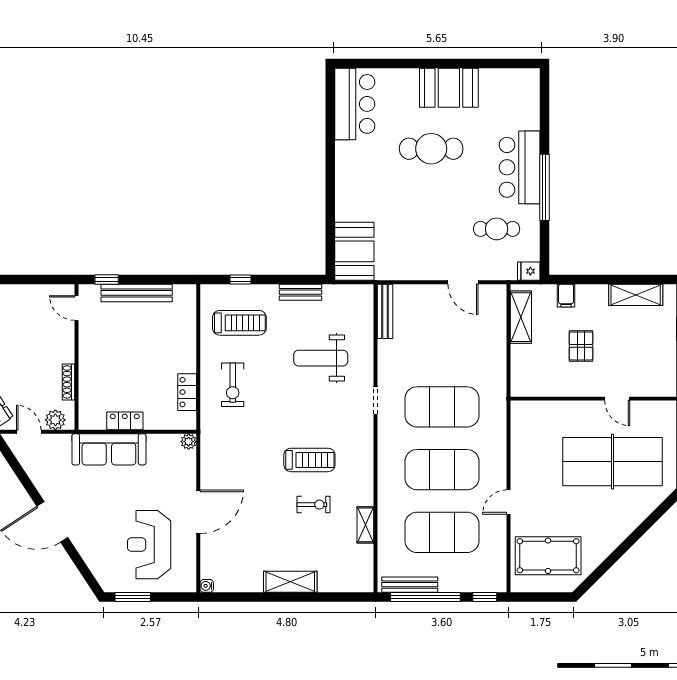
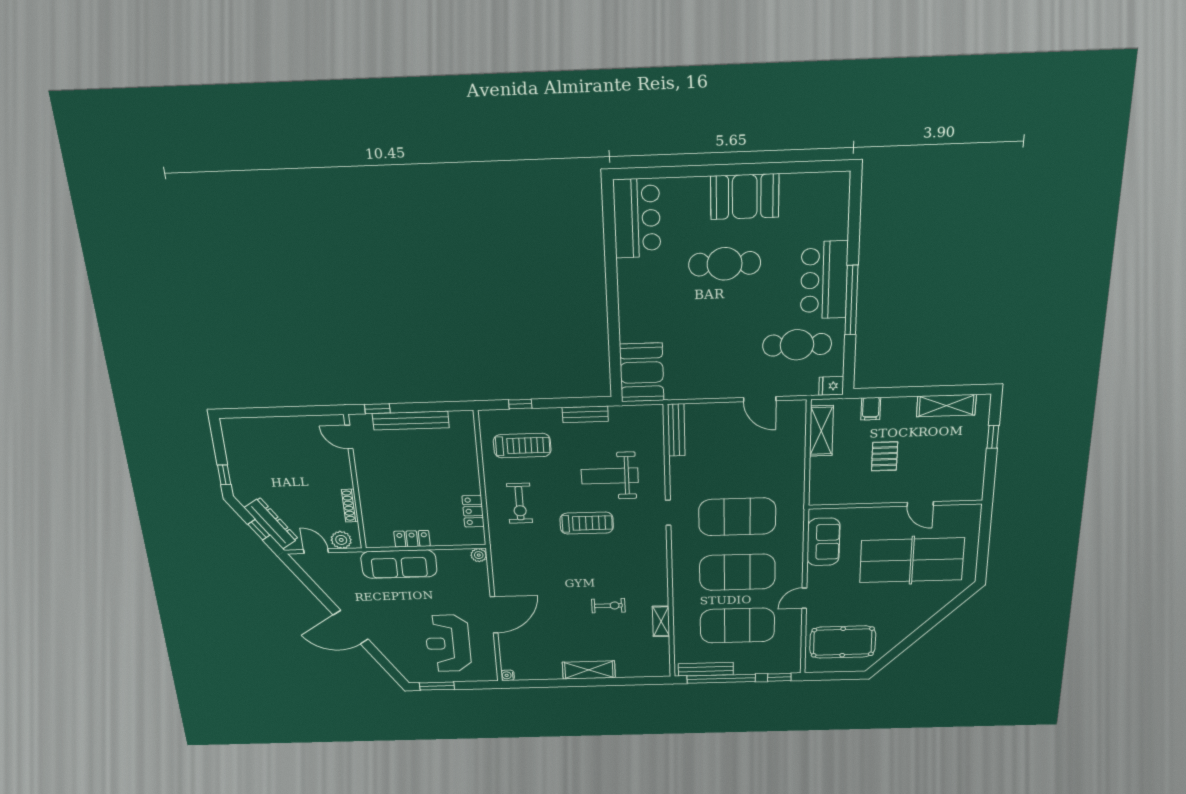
cafe table: (497, 229) -> (797, 345), width x1.37, depth x1.35
sofa: (526, 438) -> (823, 542), added
treadmill: (309, 460) -> (587, 523), moved

